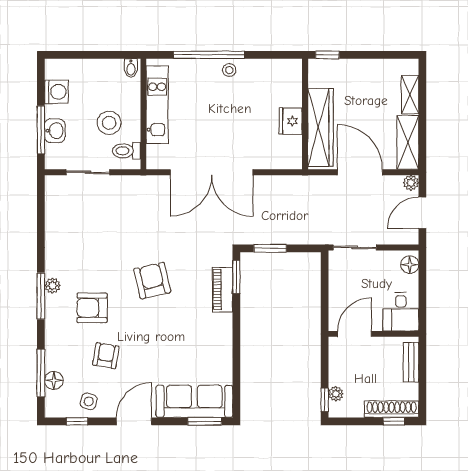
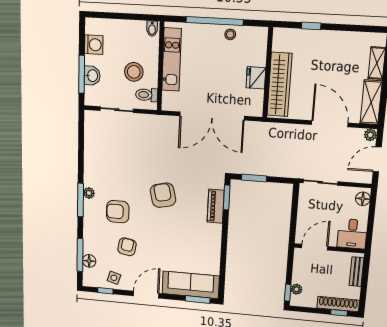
wall: (305, 114) -> (268, 73), moved
fridge: (291, 121) -> (256, 78), moved
wardrobe: (320, 128) -> (279, 84), moved

